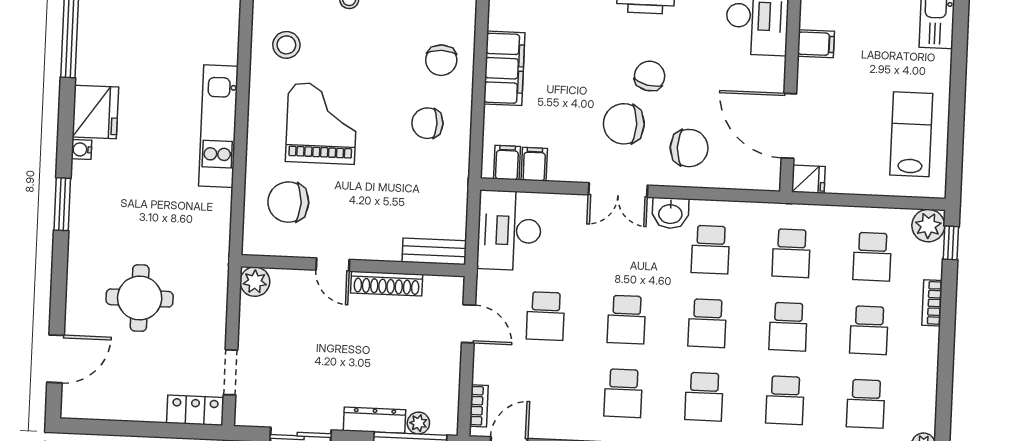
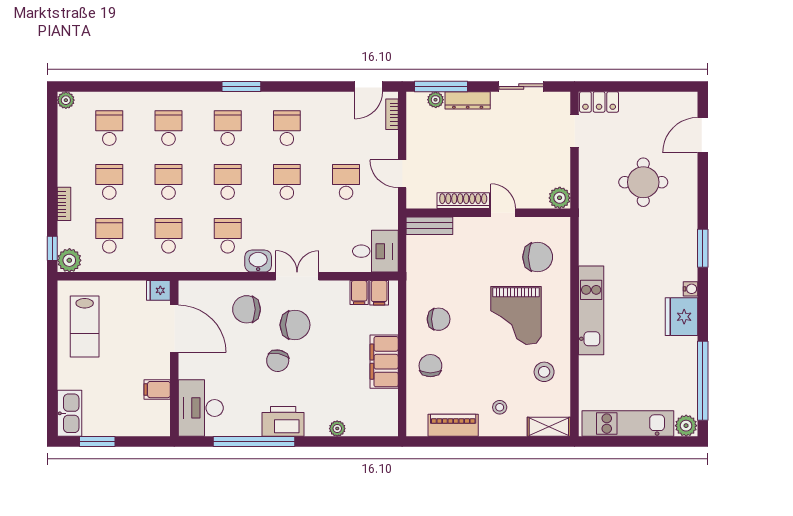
desk: (509, 230) -> (375, 251), width x0.73

